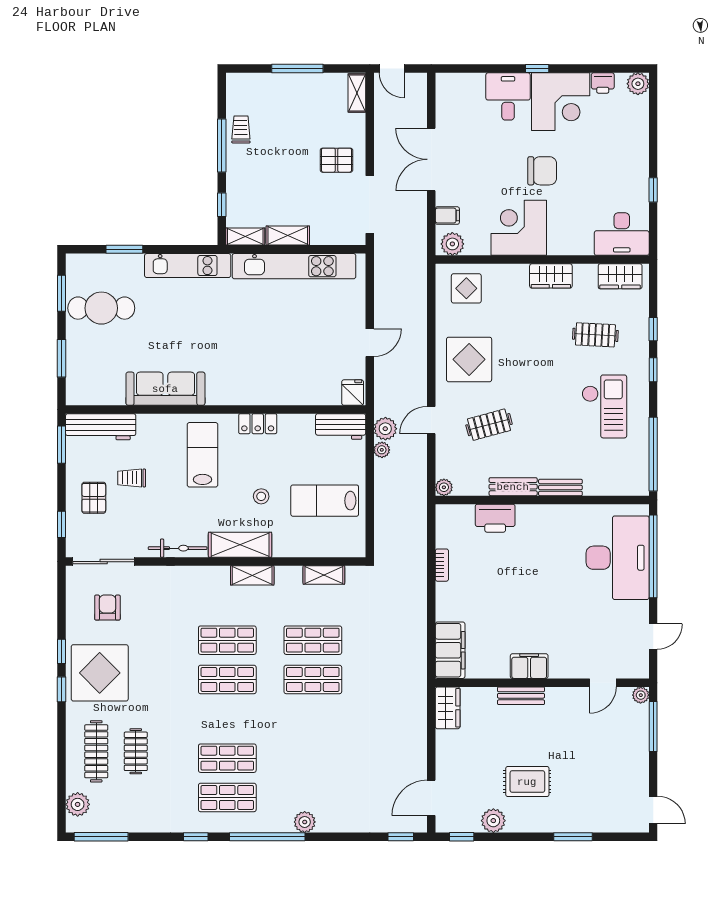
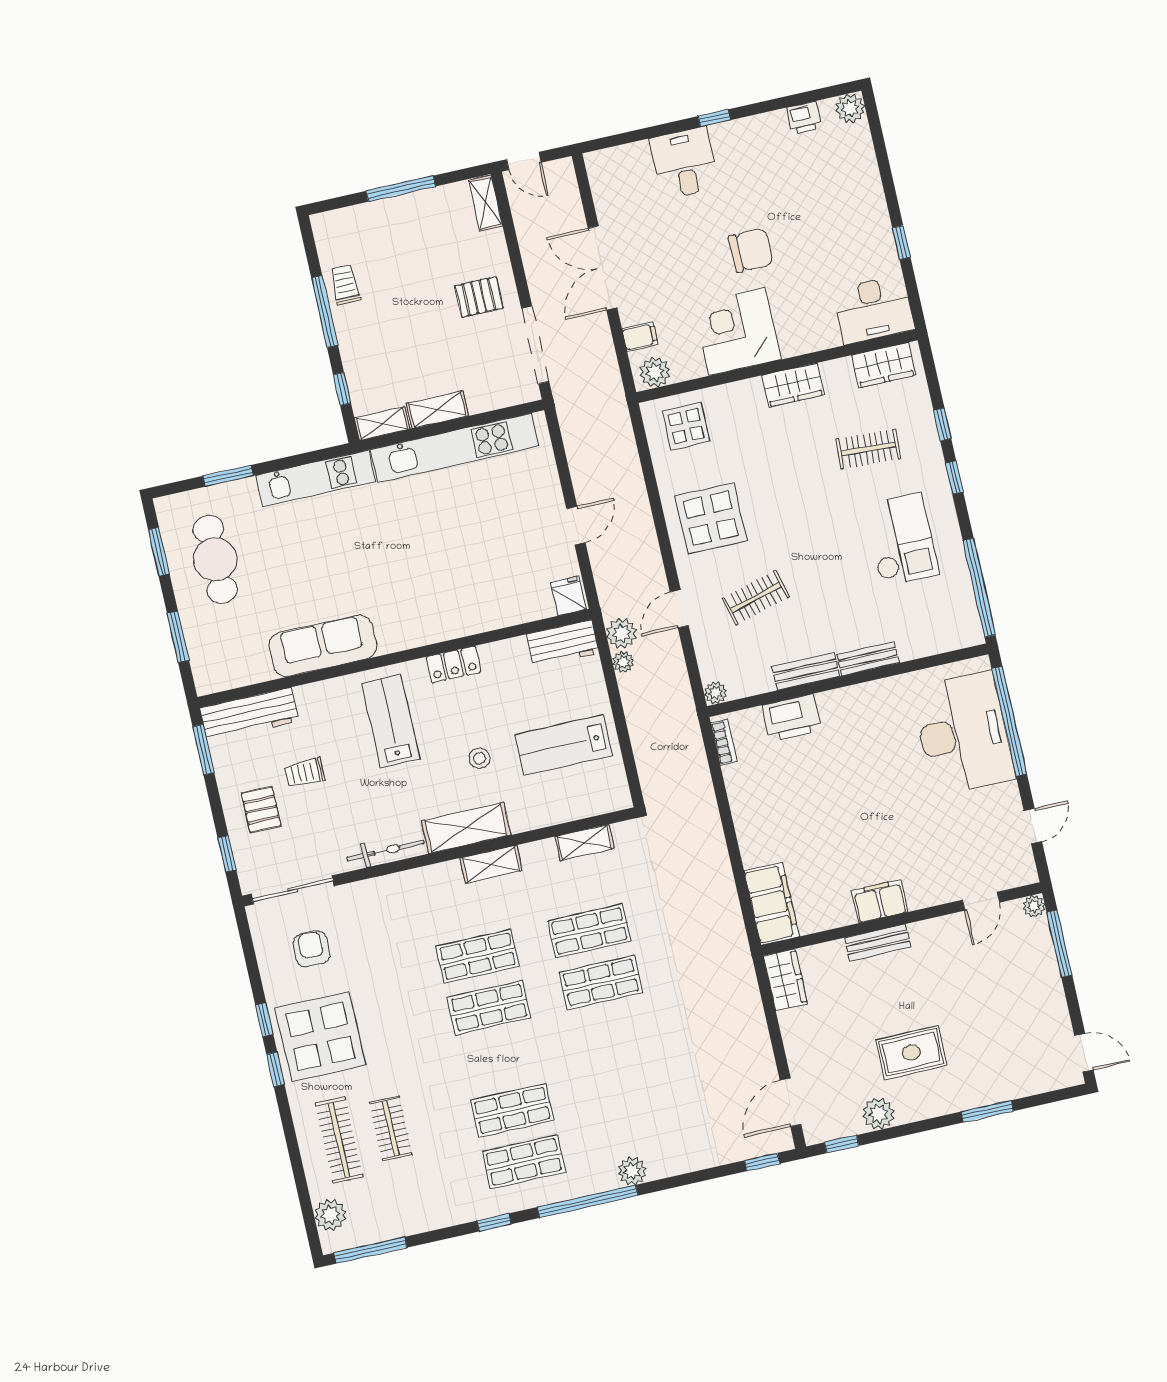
corner desk: (561, 102) -> (755, 154), removed
cafe table: (101, 308) -> (215, 559), turned 90
bookcase: (442, 565) -> (724, 742), moved

